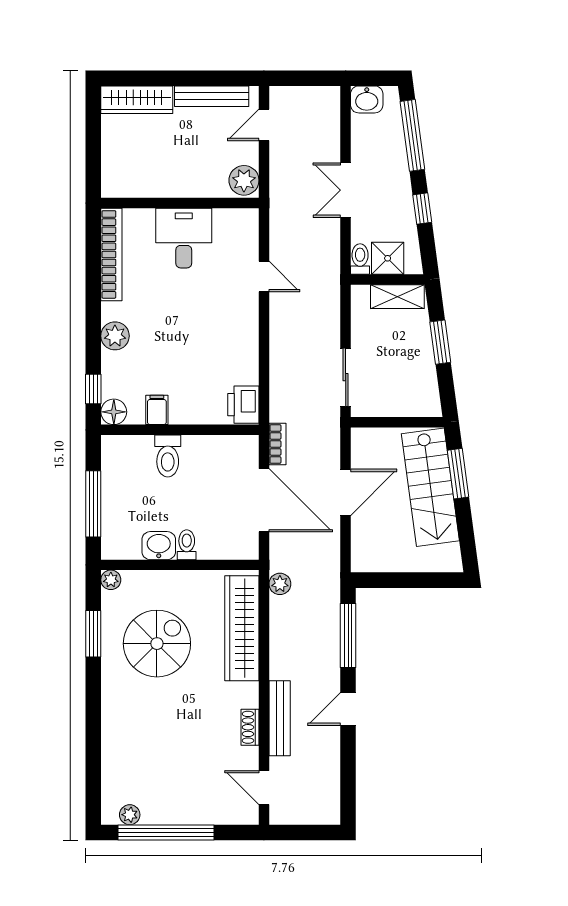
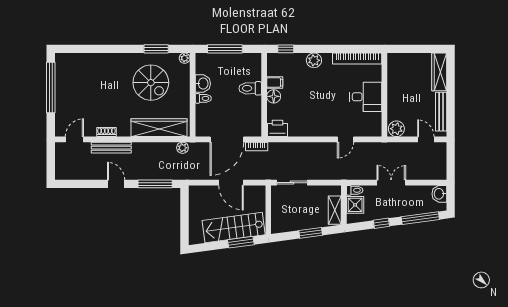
floor lamp: (114, 412) -> (274, 96), moved
plant: (130, 815) -> (60, 68), removed

